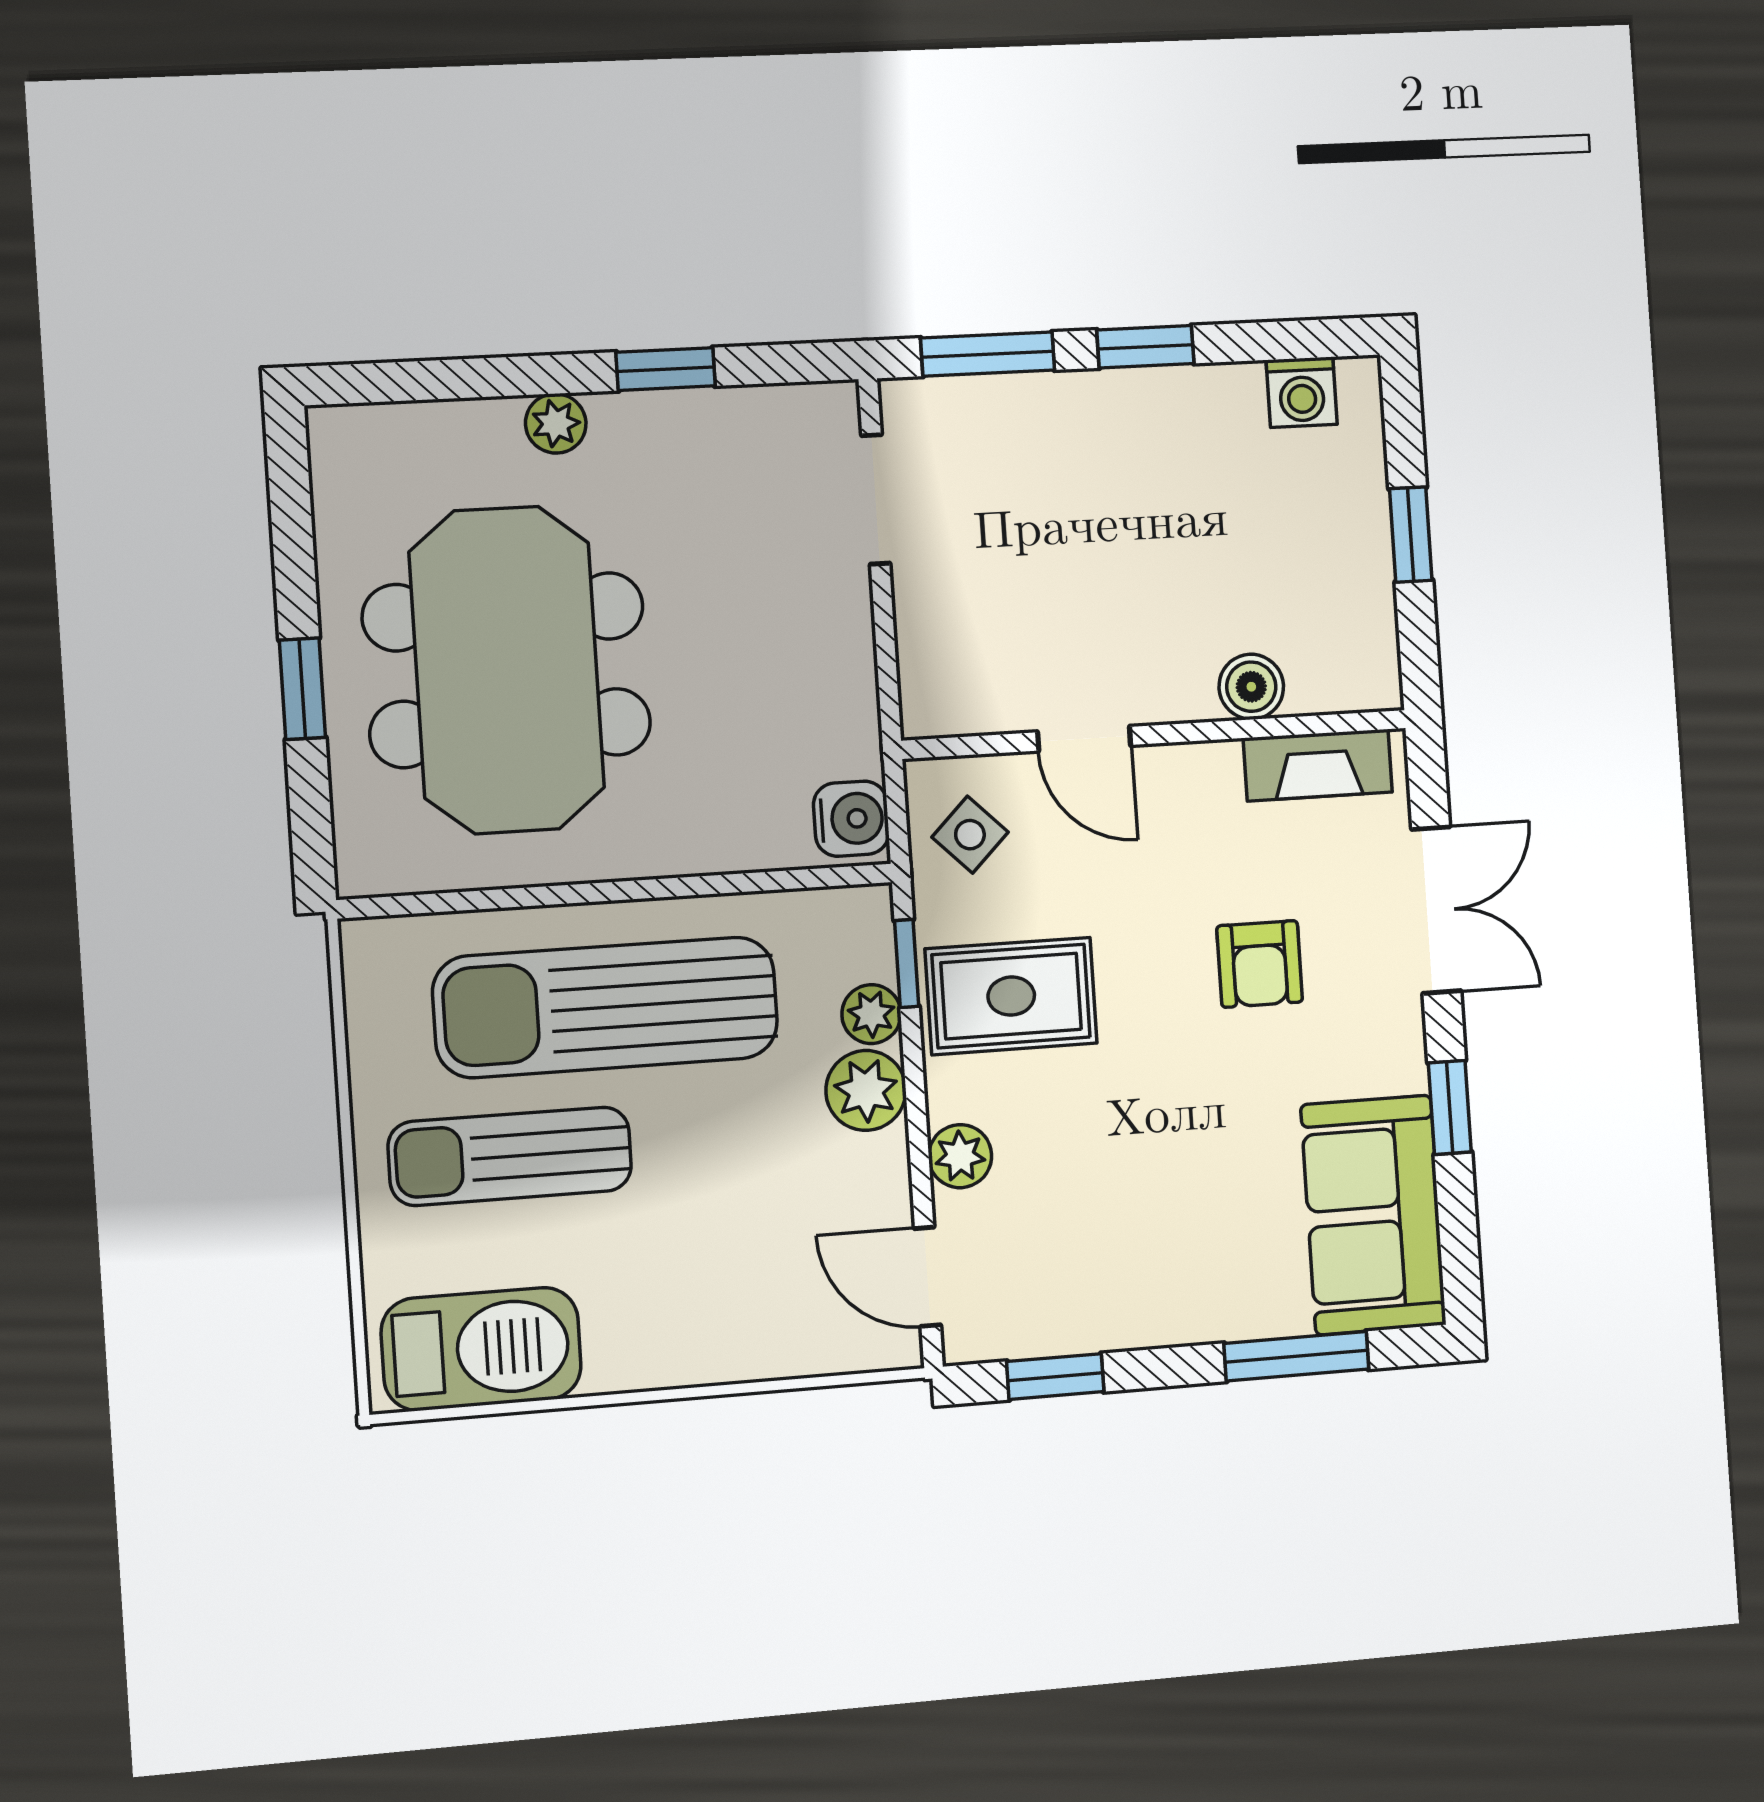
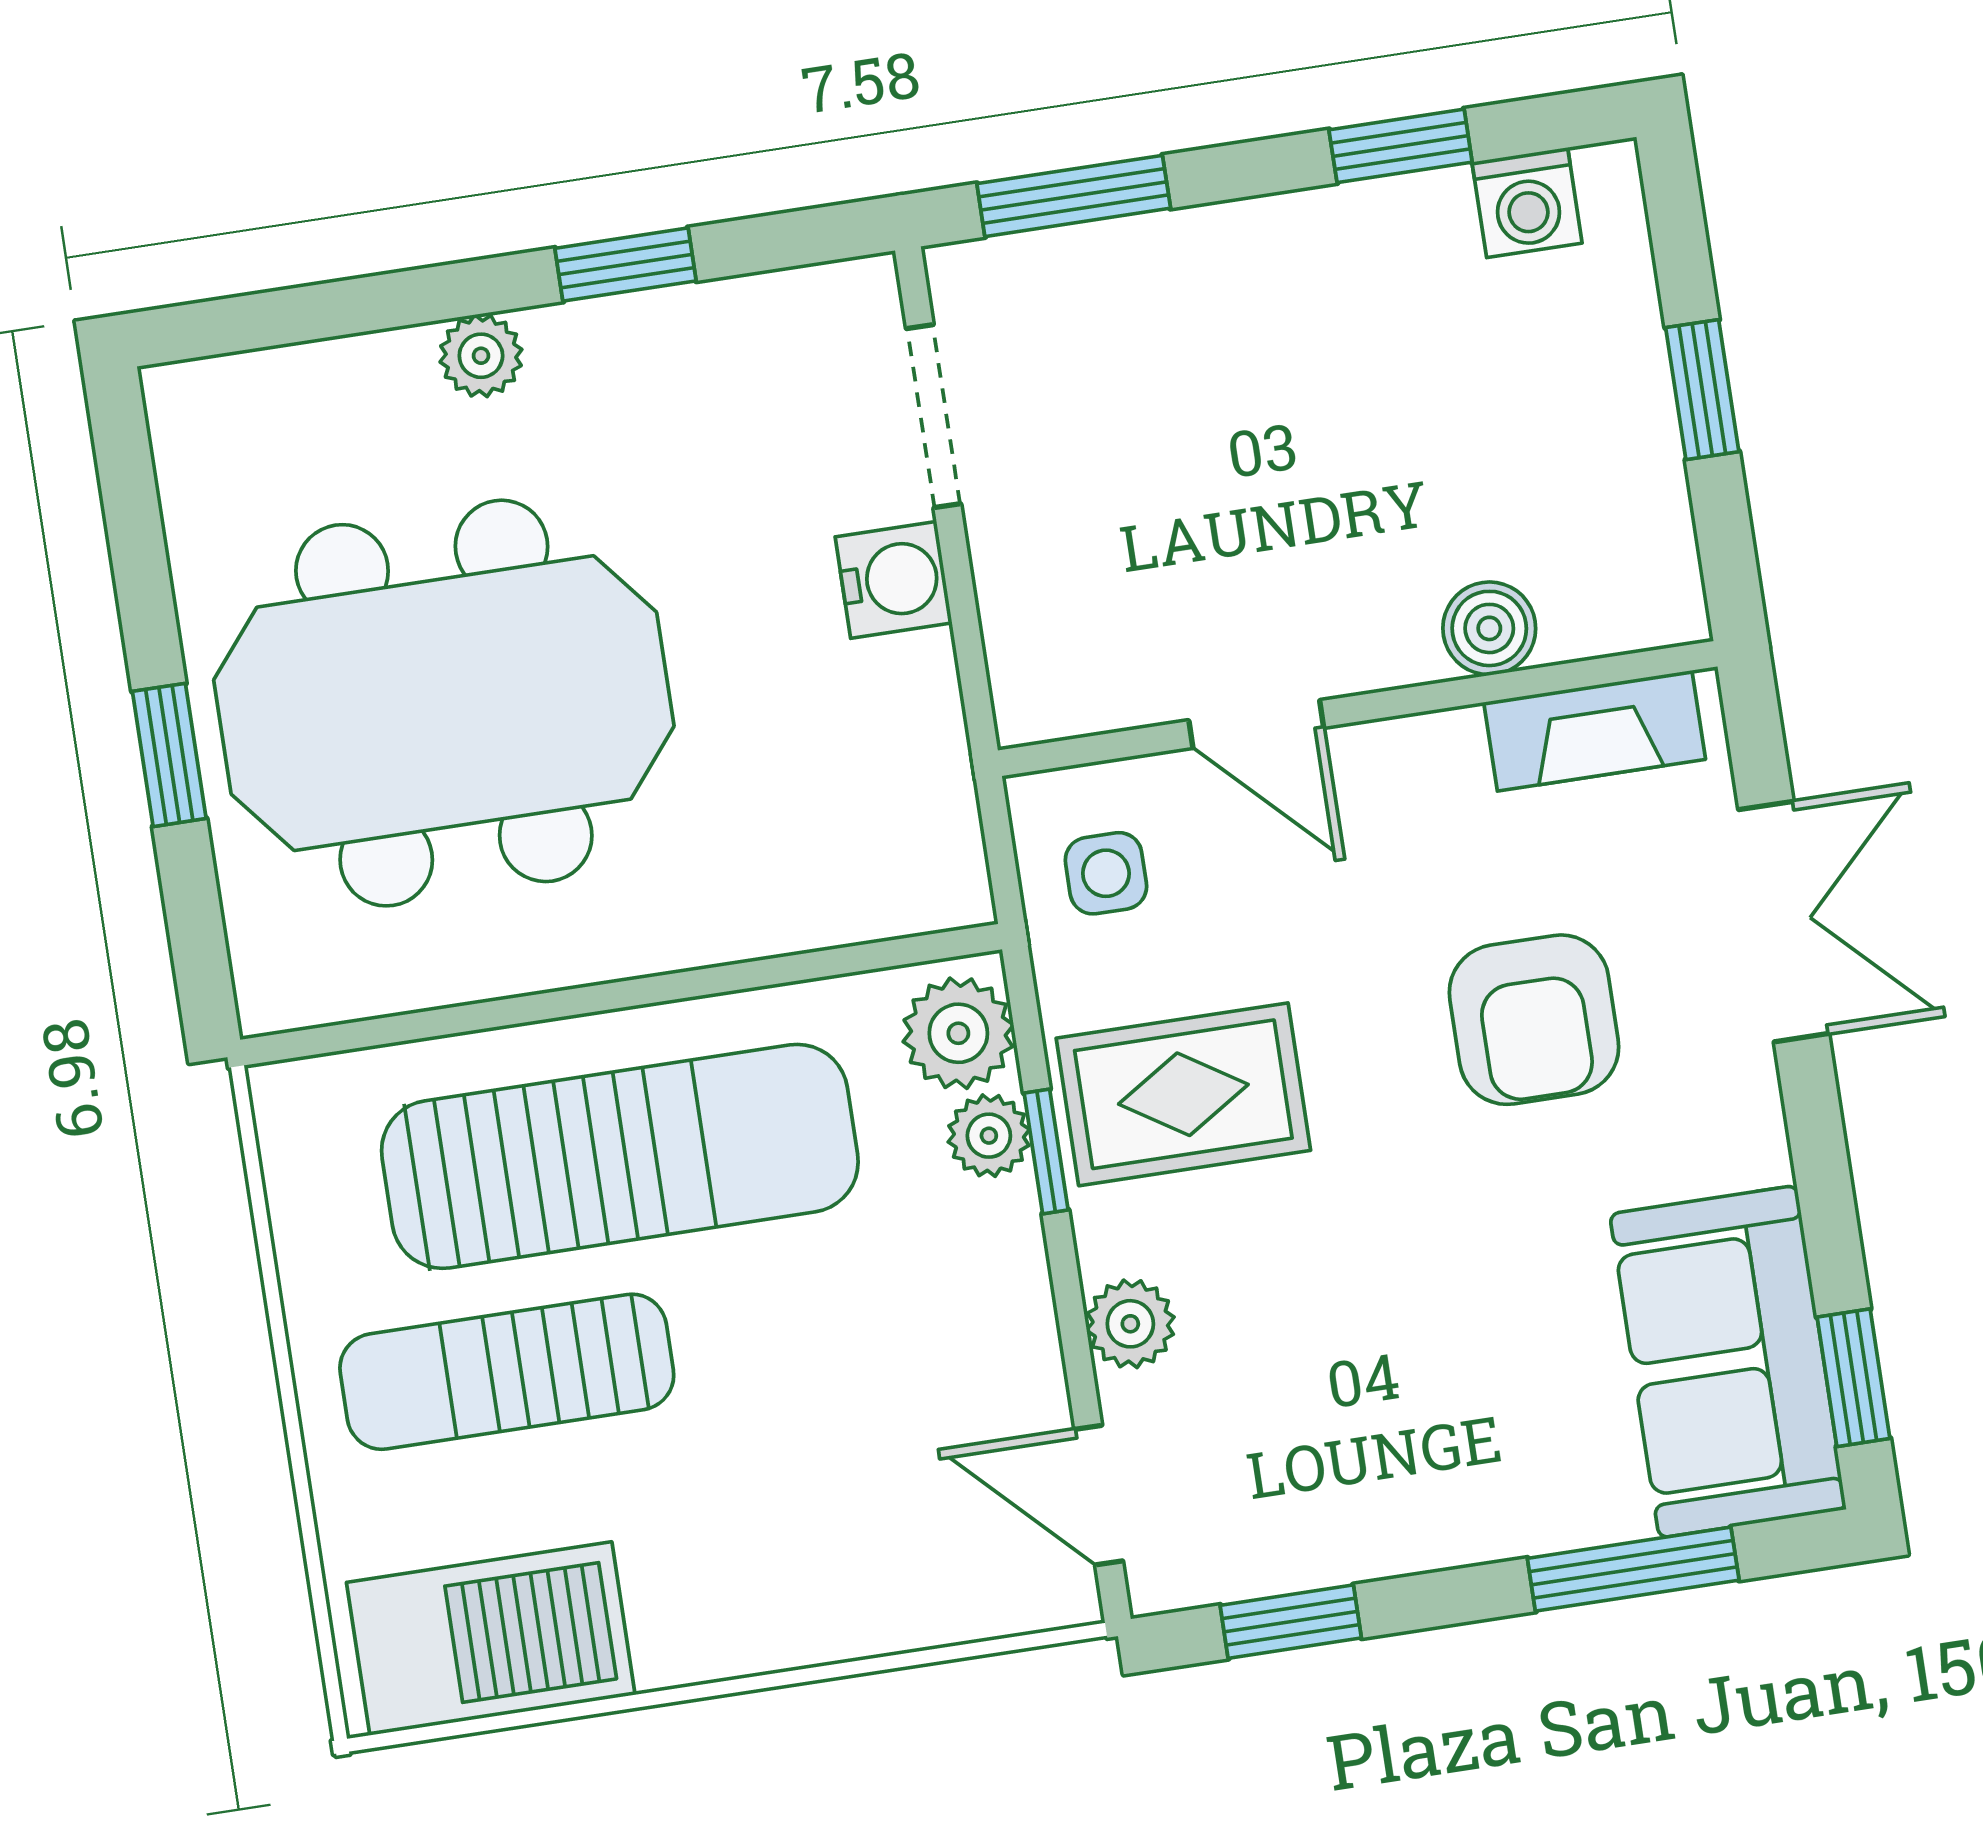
window: (1145, 347) -> (1401, 146), moved
meeting table: (507, 670) -> (444, 703), turned 90
water cooler: (851, 819) -> (894, 580), moved
side table: (970, 835) -> (1106, 873), turned 45
window: (907, 963) -> (1046, 1152), moved
armchair: (1260, 964) -> (1534, 1020), width x1.38, depth x1.38
sun lounger: (606, 1007) -> (620, 1156), turned 180
plant: (866, 1090) -> (958, 1033), moved
window: (1450, 1107) -> (1853, 1378), moved

